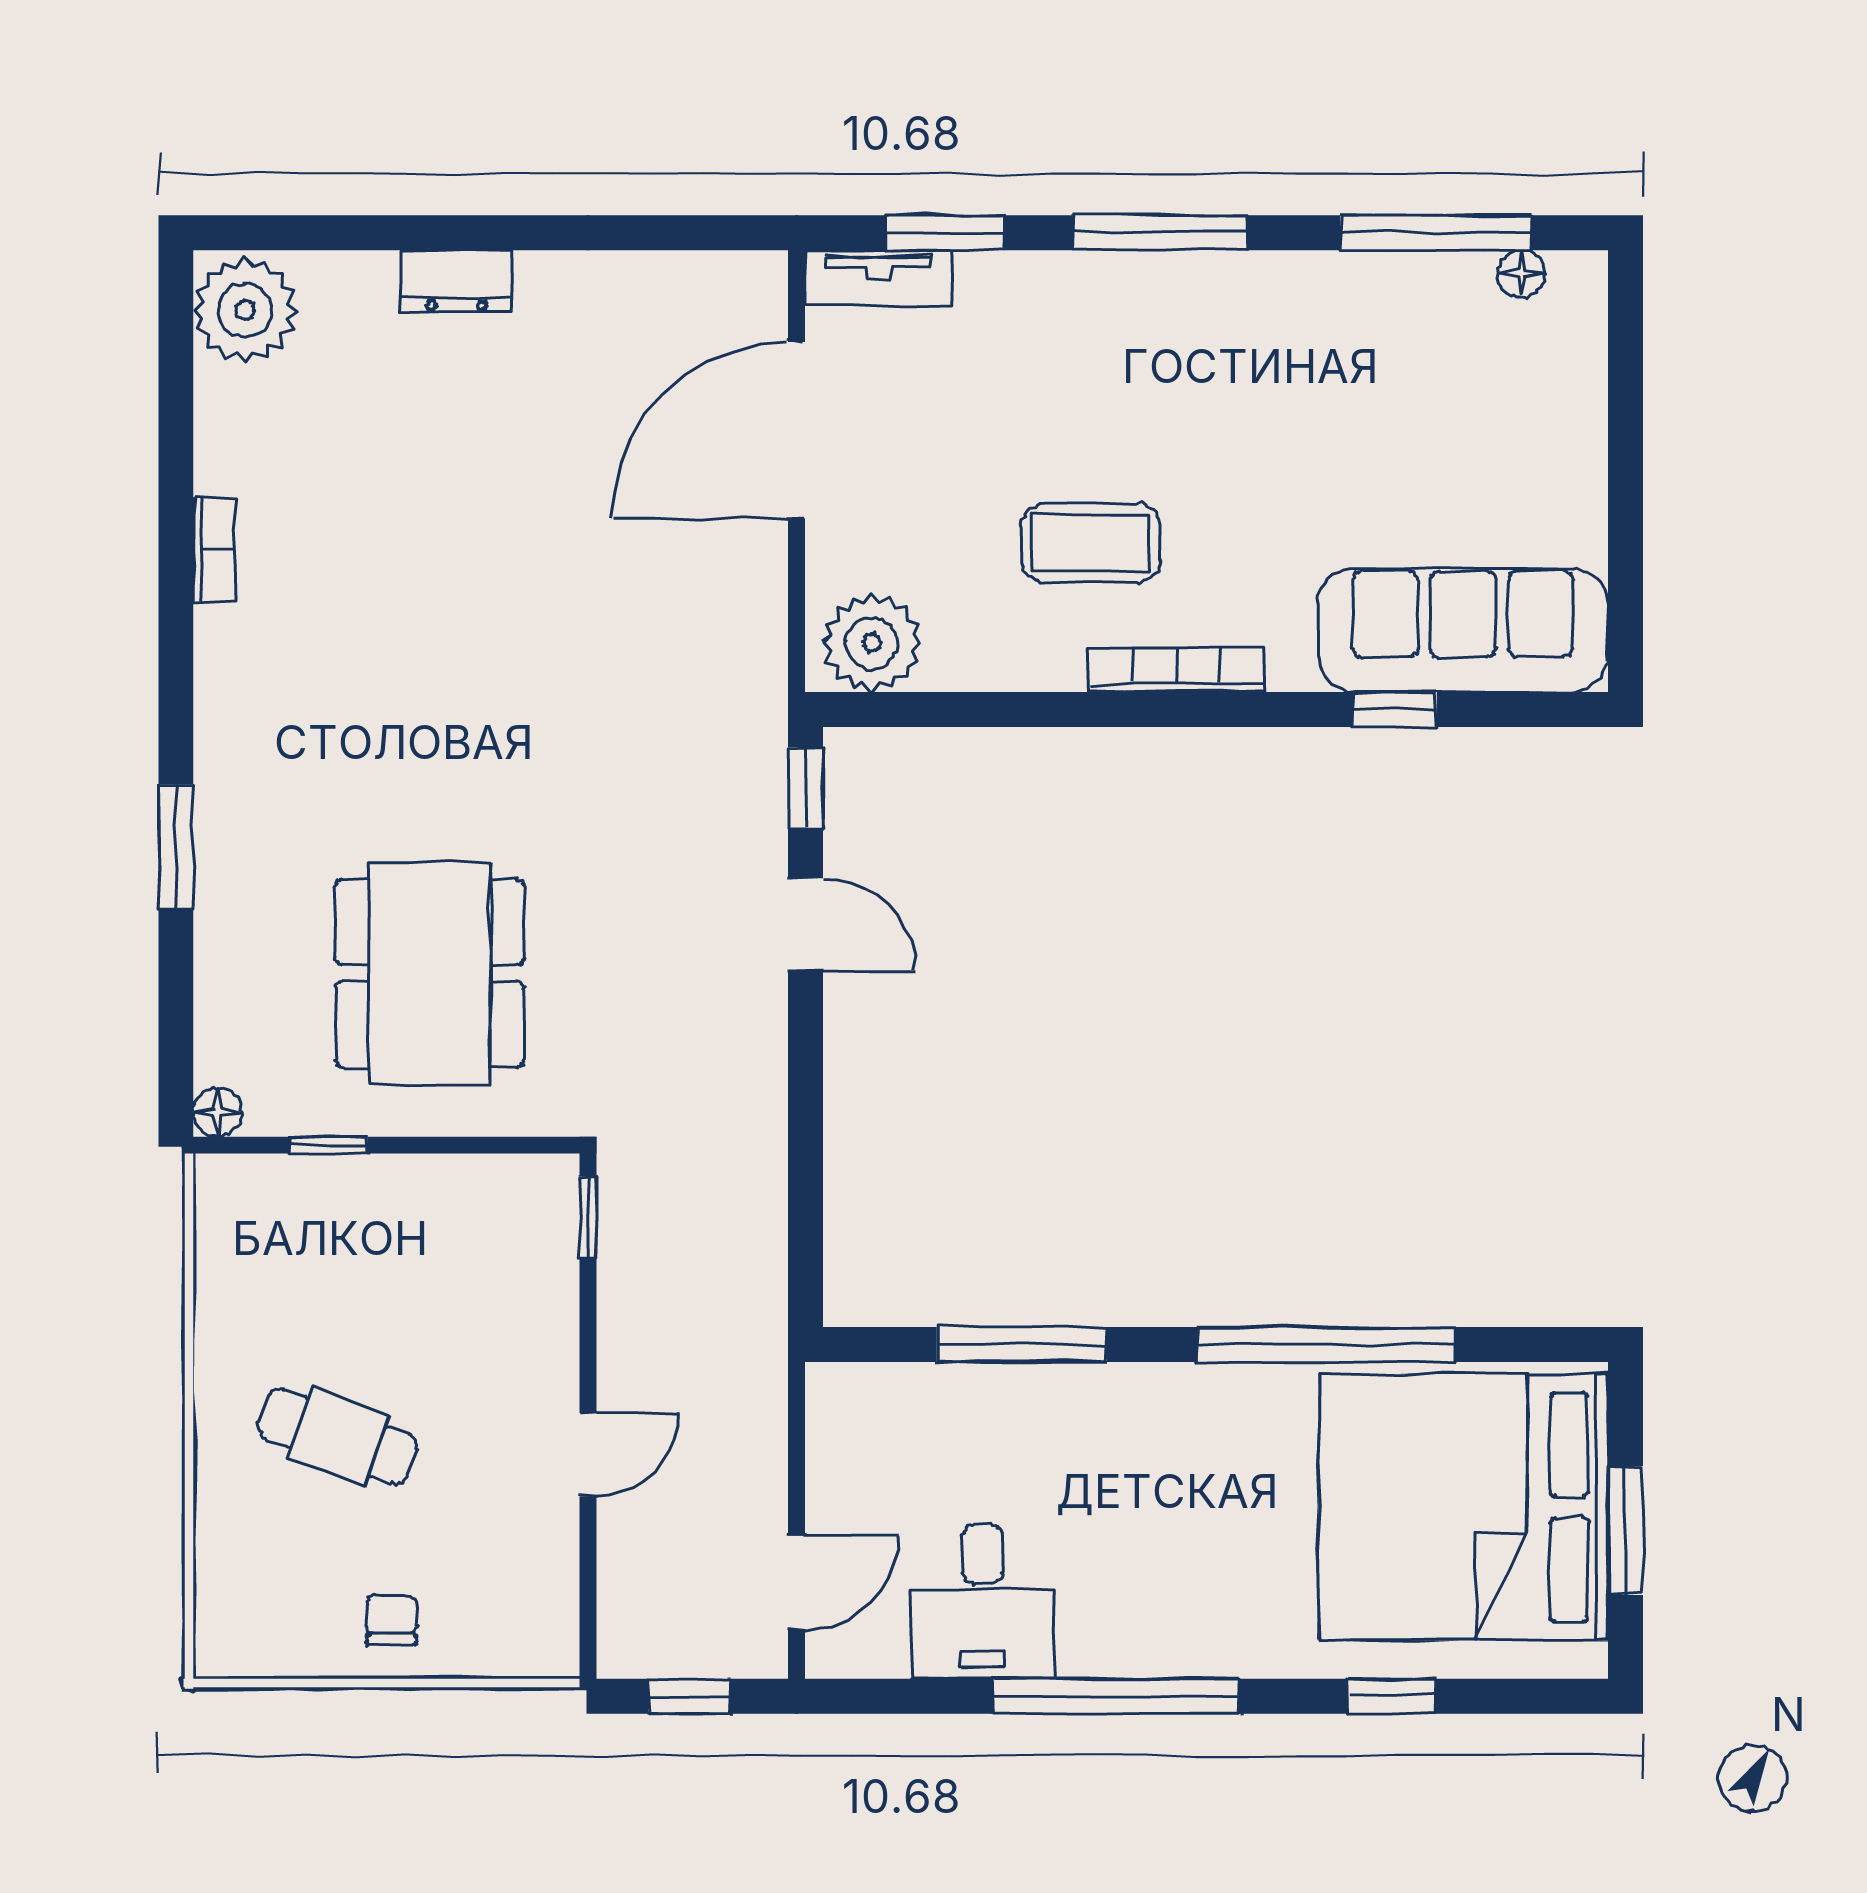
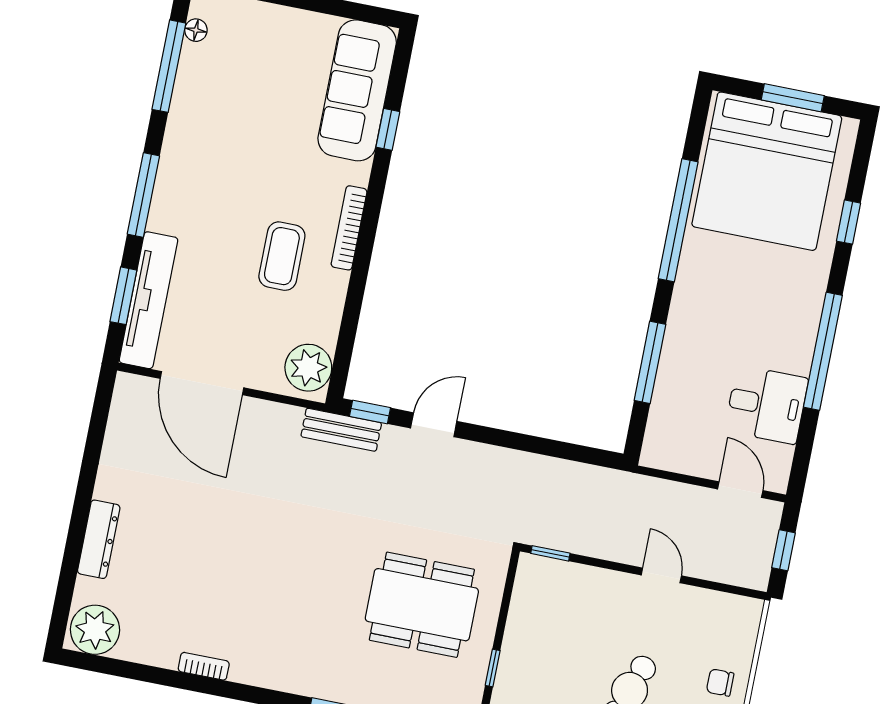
tv unit: (878, 278) -> (148, 300), width x1.92, depth x1.29
dresser: (457, 281) -> (99, 539), width x1.44
bench: (757, 736) -> (341, 430), added

